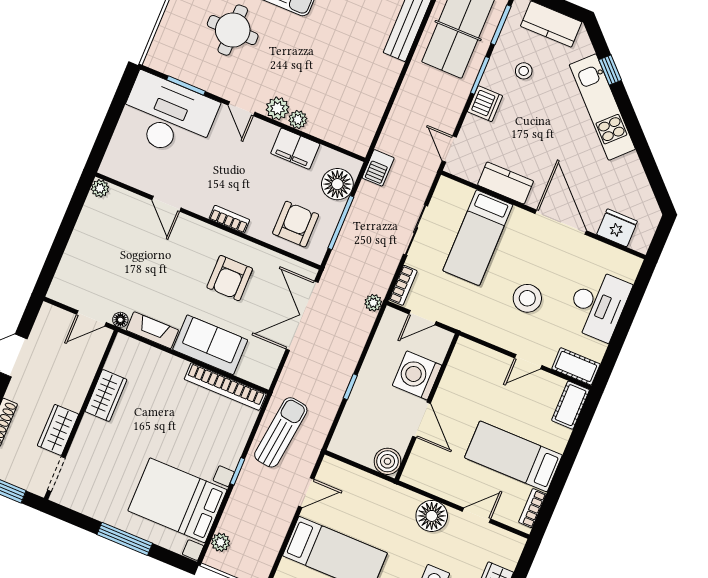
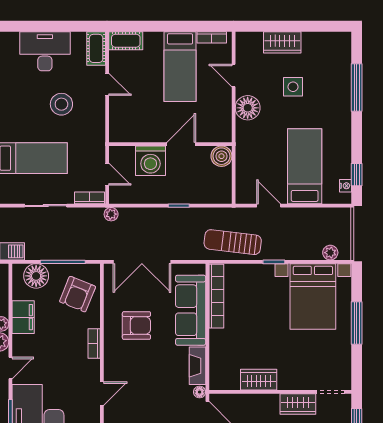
armchair: (296, 224) -> (78, 294), turned -68
sofa: (210, 345) -> (191, 310), width x1.36

